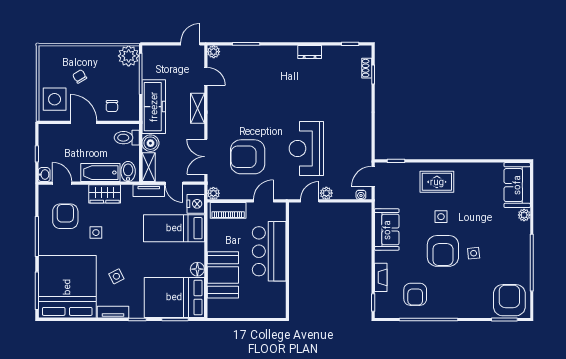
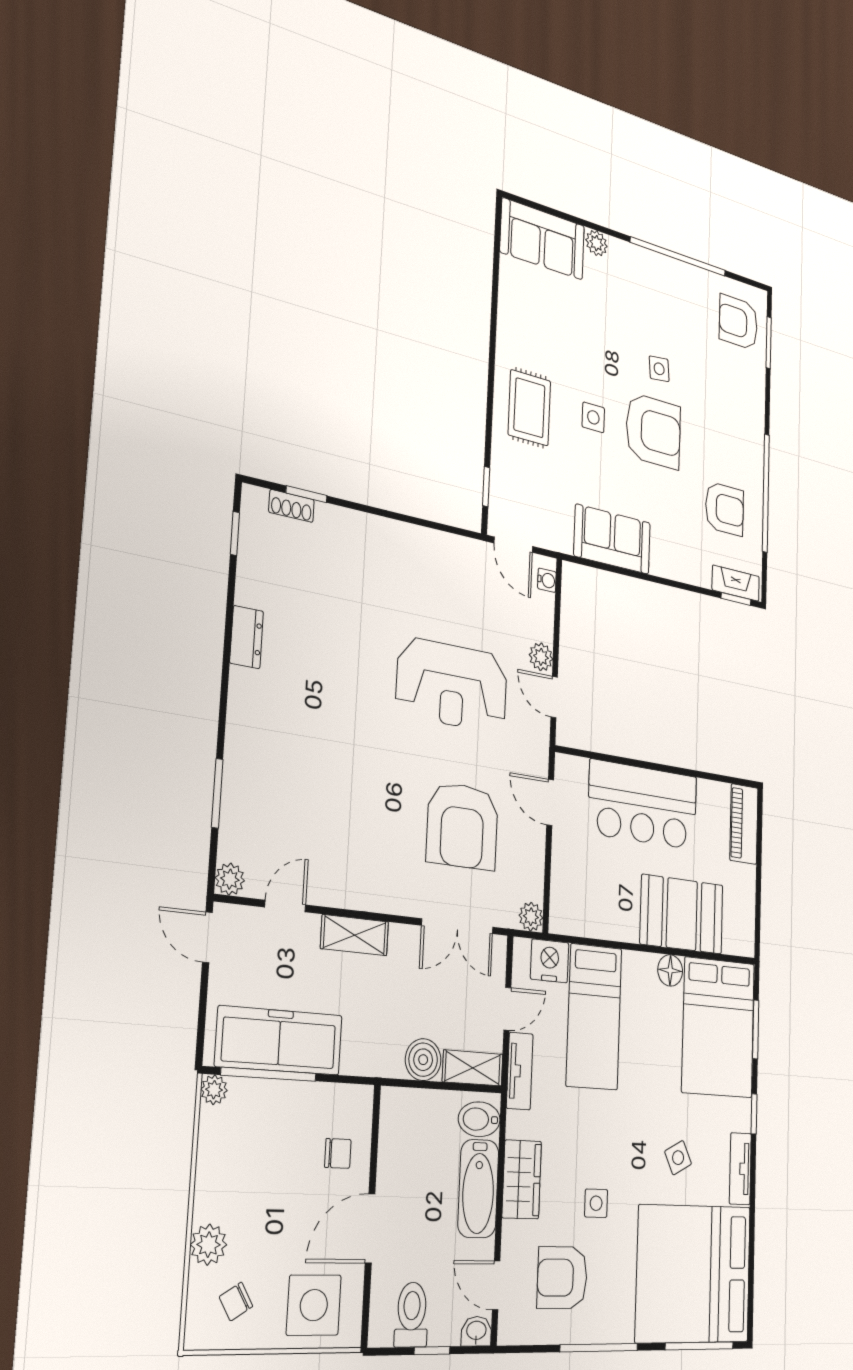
plant: (77, 53) -> (209, 1245), added
plant: (129, 56) -> (214, 1090), width x0.53, depth x0.53
chair: (80, 76) -> (236, 1302), moved
freezer: (154, 107) -> (279, 1041), moved
toilet: (127, 138) -> (412, 1315), moved, turned 180
door: (62, 183) -> (496, 1285), hinge flipped
piano: (228, 210) -> (744, 824), moved, turned 180
fireplace: (381, 277) -> (736, 583), moved
armchair: (509, 300) -> (738, 322), width x0.73, depth x0.73

